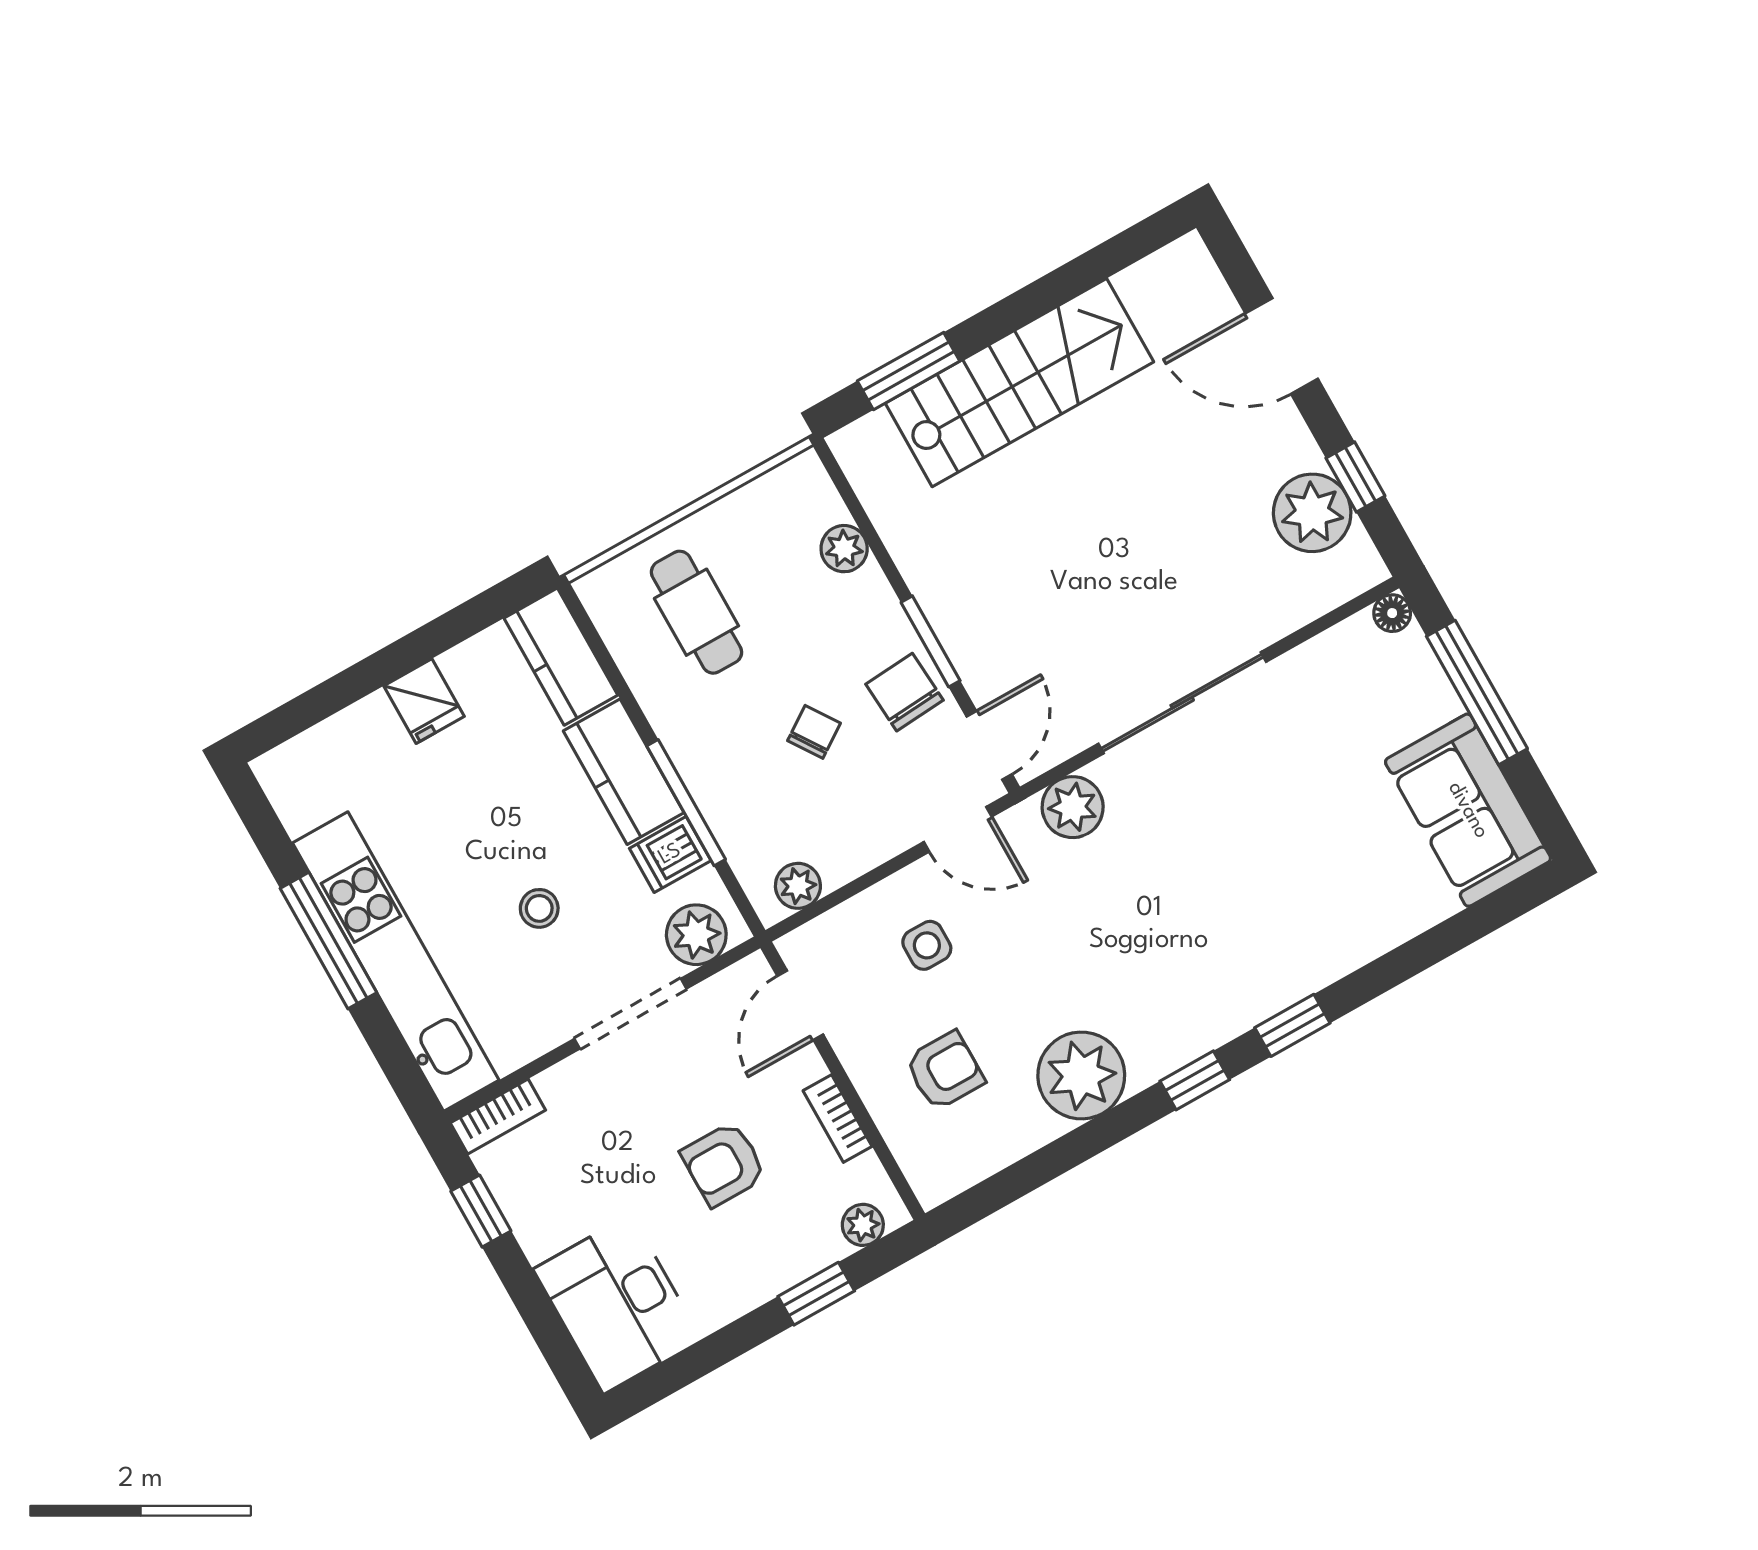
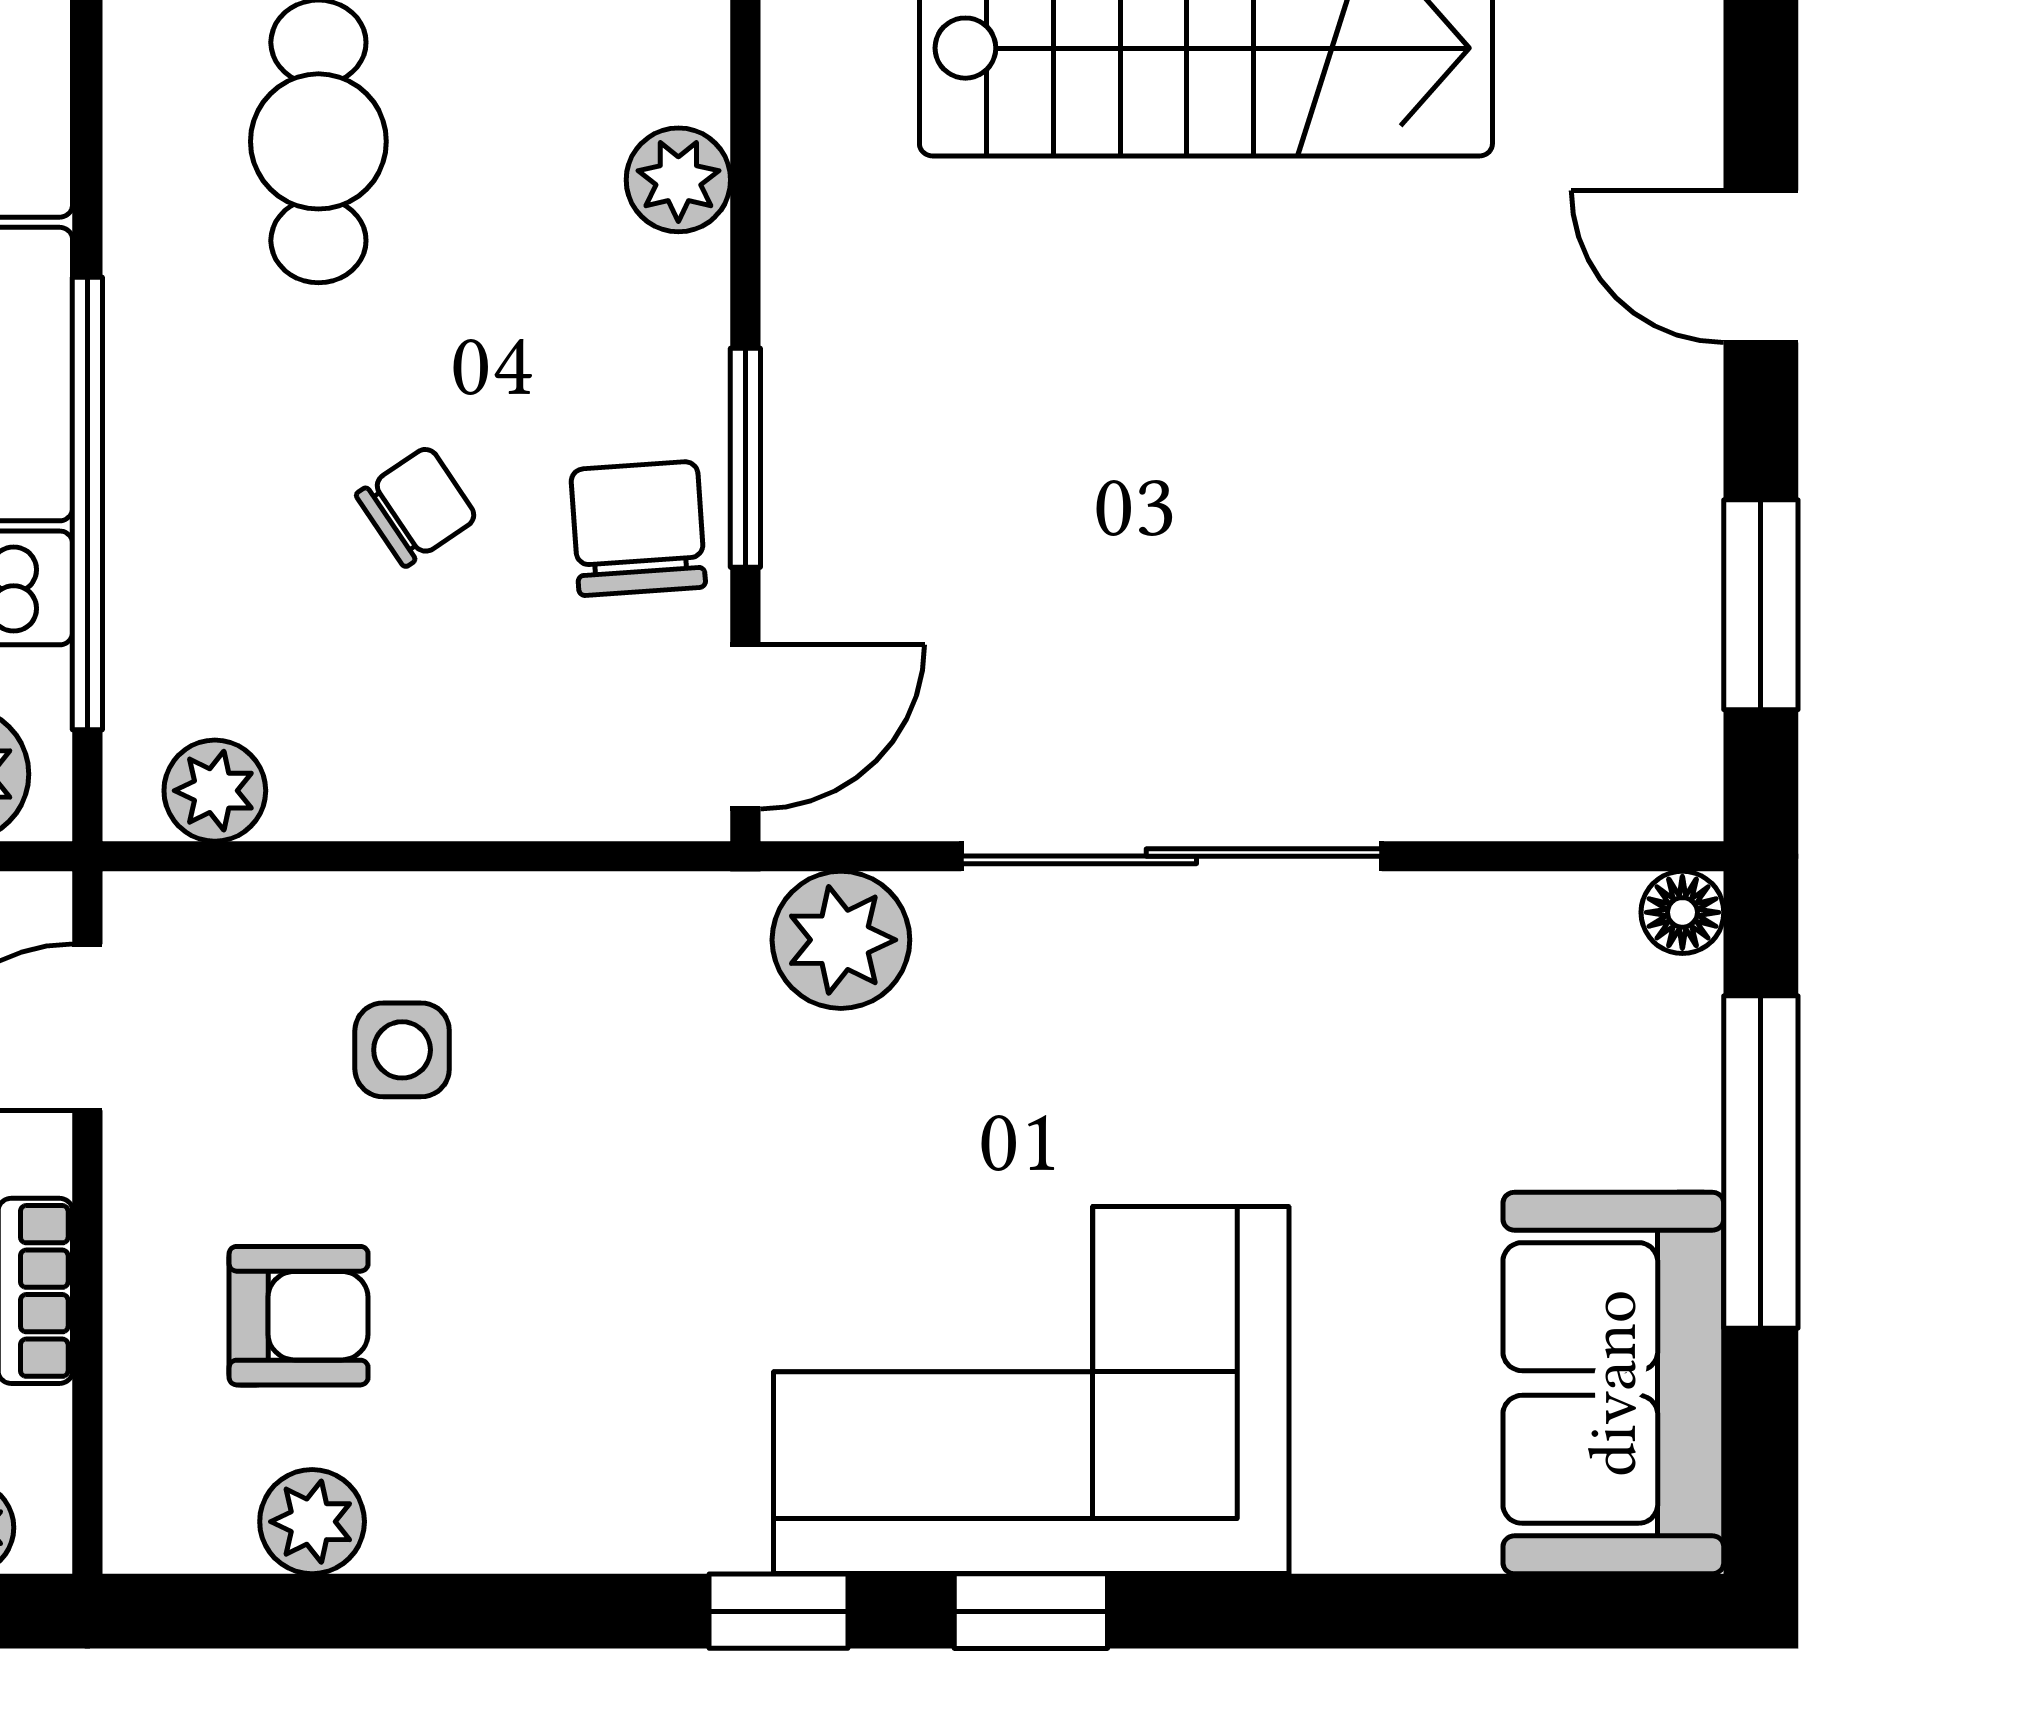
door: (1282, 346) -> (1761, 266), width x0.73
window: (1355, 477) -> (1761, 605), width x1.50
plant: (1312, 513) -> (1636, 627), removed
window: (686, 803) -> (87, 504), width x1.46
door: (958, 829) -> (591, 856), removed
corner sofa: (1244, 940) -> (1031, 1390), added
plant: (1081, 1075) -> (312, 1522), moved, width x0.53, depth x0.53

